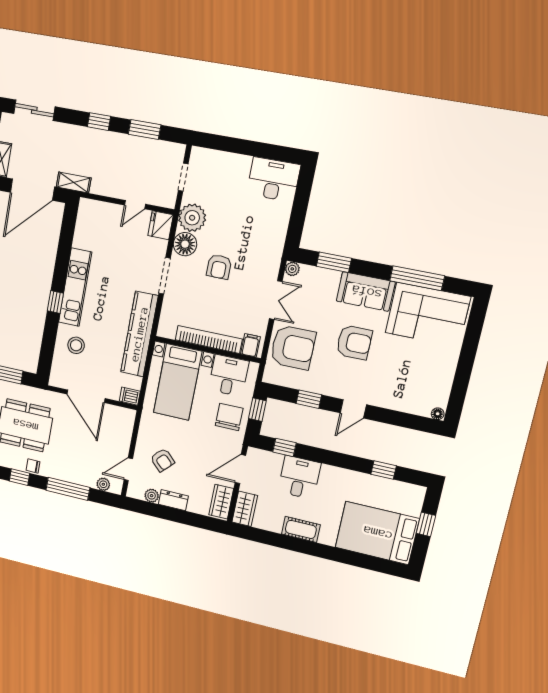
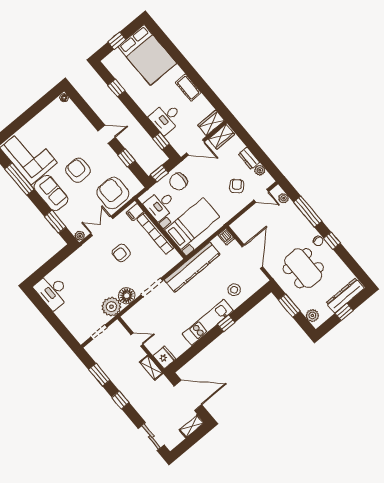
shelving: (74, 182) -> (151, 368), moved
fridge: (161, 225) -> (164, 357), moved, turned -90
armchair: (219, 267) -> (121, 253), moved, turned 180

